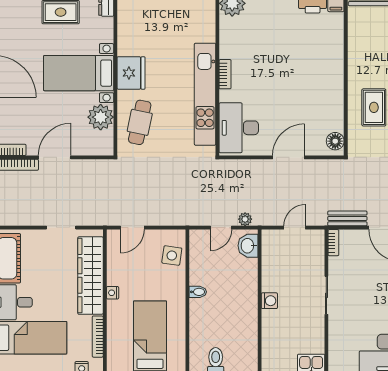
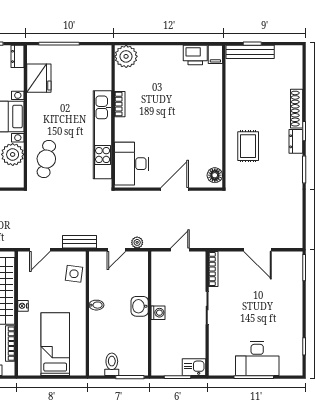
fridge: (131, 73) -> (39, 78), moved
bookcase: (225, 74) -> (120, 104), moved
bench: (347, 218) -> (79, 242), moved
bookcase: (333, 243) -> (213, 269), width x1.56
washbasin: (248, 246) -> (140, 306), moved

